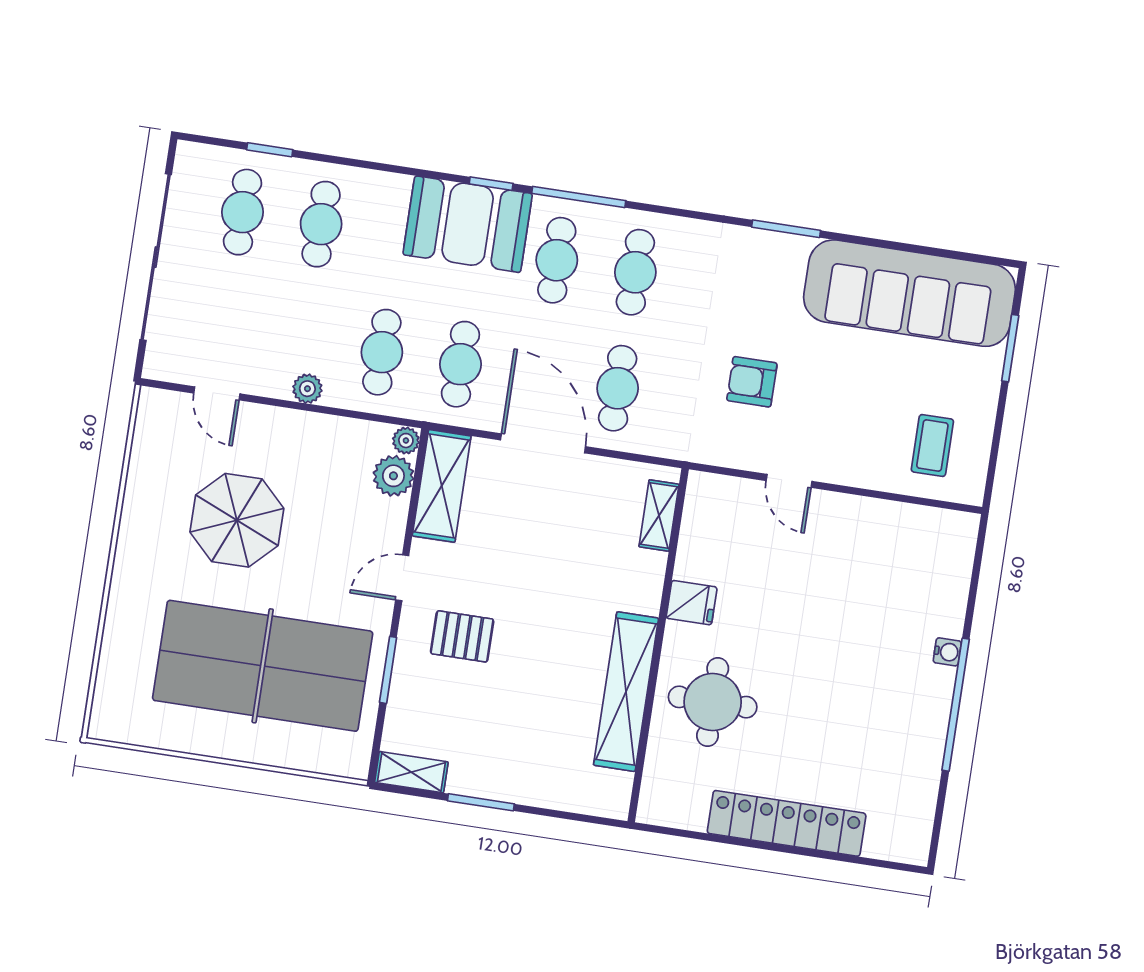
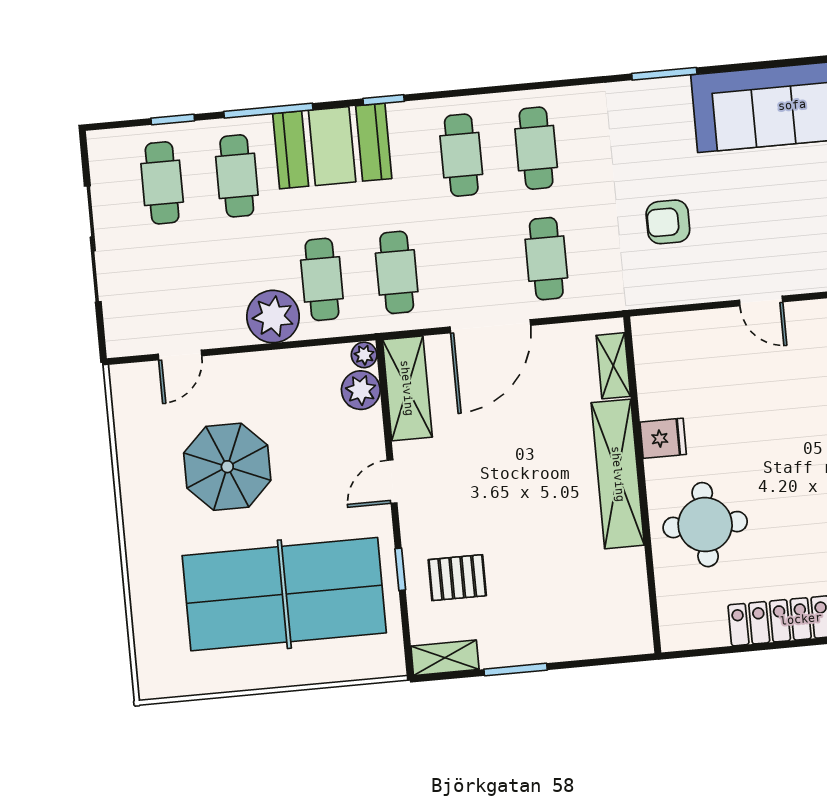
window: (579, 197) -> (268, 111), moved
booth: (468, 224) -> (332, 146), moved
sliding door: (156, 257) -> (93, 244), width x0.73
plant: (307, 389) -> (273, 317), width x1.88, depth x1.88
door: (217, 393) -> (180, 355), hinge flipped
door: (543, 443) -> (490, 326), swing flipped
door: (789, 481) -> (761, 301), moved
pallet: (462, 636) -> (457, 578), moved
window: (388, 670) -> (400, 569), width x0.67
shelving: (626, 692) -> (618, 474), moved

